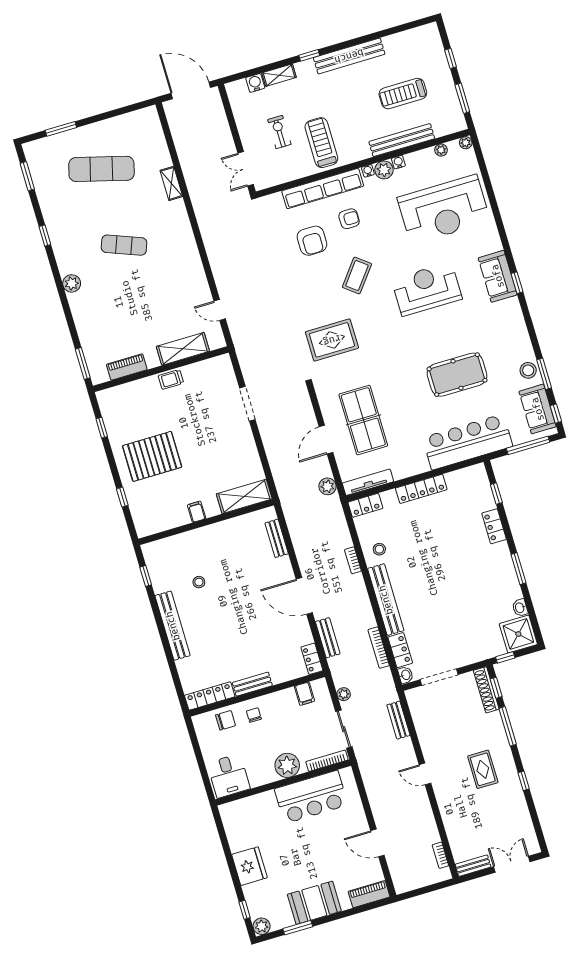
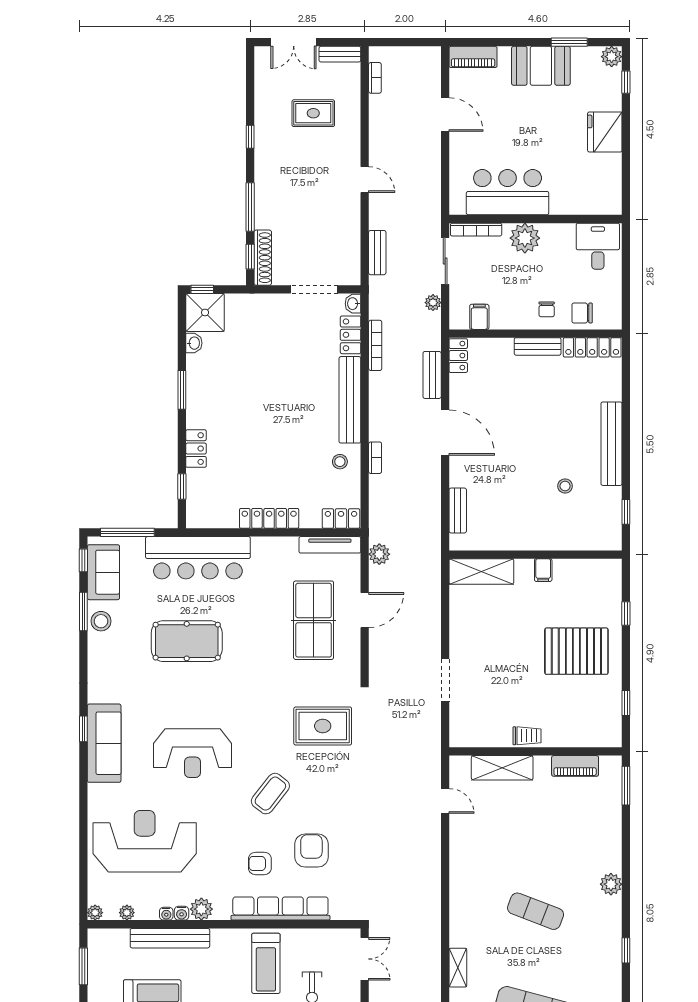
water cooler: (368, 171) -> (166, 914), moved
sofa: (498, 276) -> (104, 743), width x1.36
window: (505, 657) -> (202, 289), moved
rug: (483, 769) -> (313, 113), moved, turned 90

